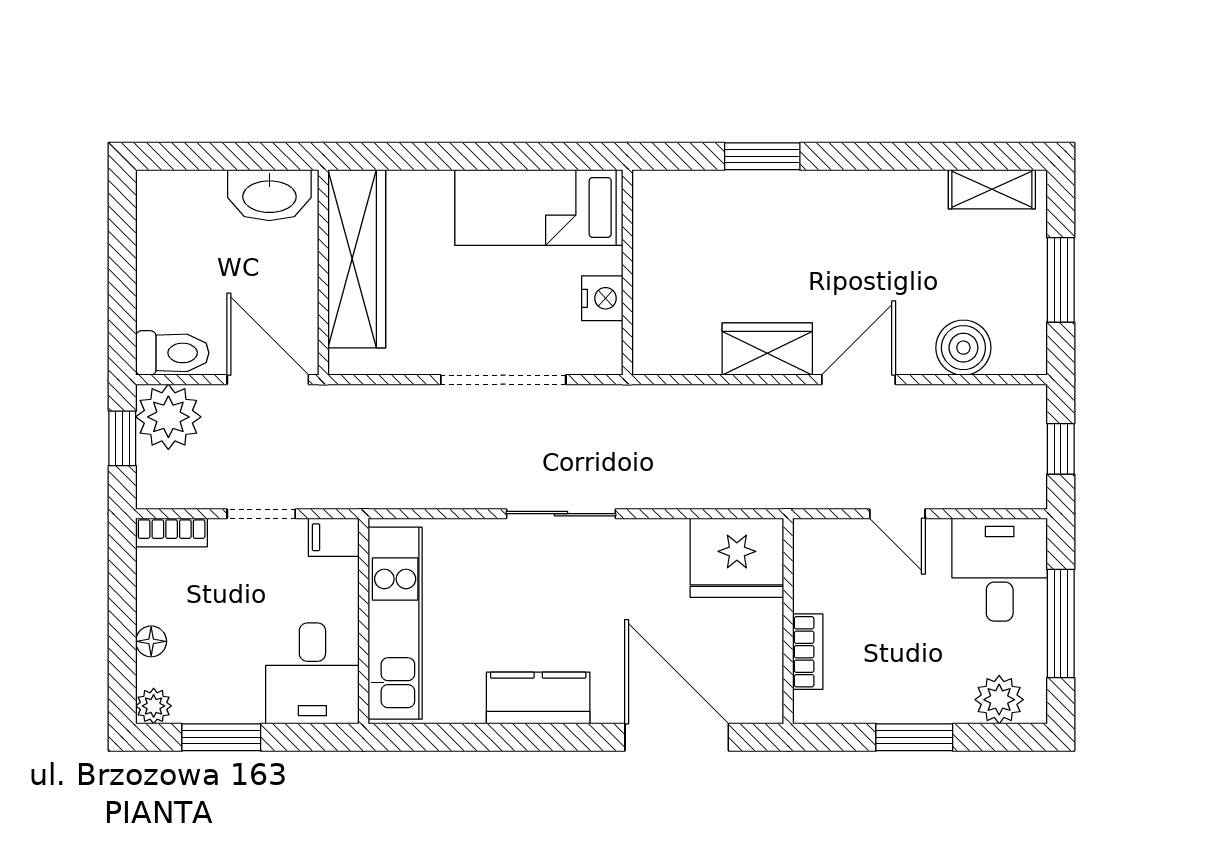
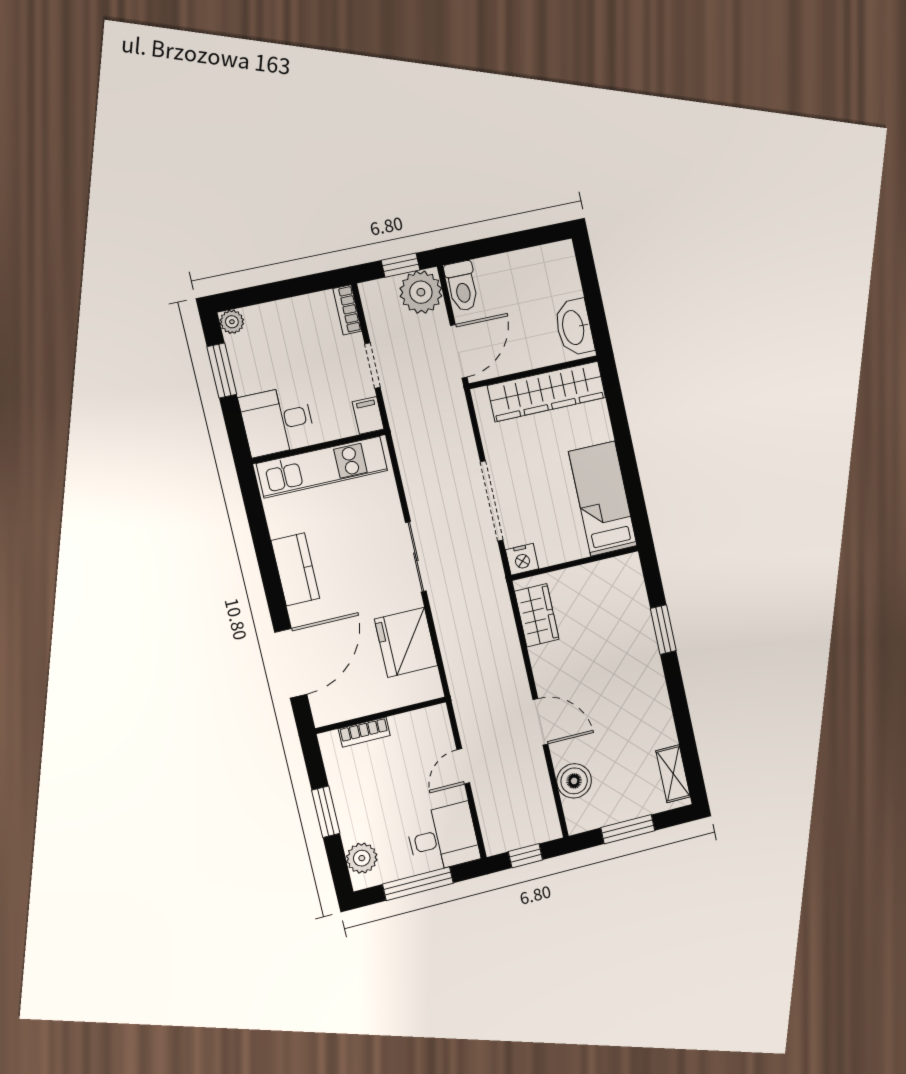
nightstand: (602, 298) -> (522, 559), moved
wardrobe: (767, 349) -> (537, 615), moved
fridge: (737, 558) -> (406, 642), moved
floor lamp: (151, 641) -> (274, 311), removed

